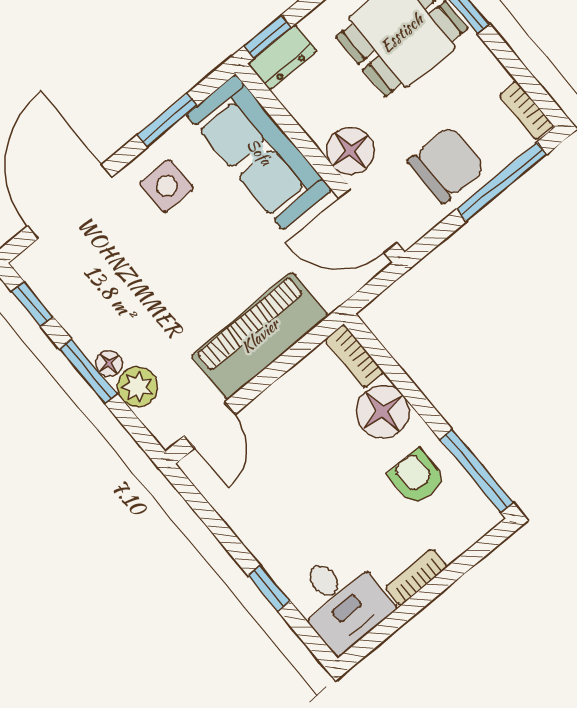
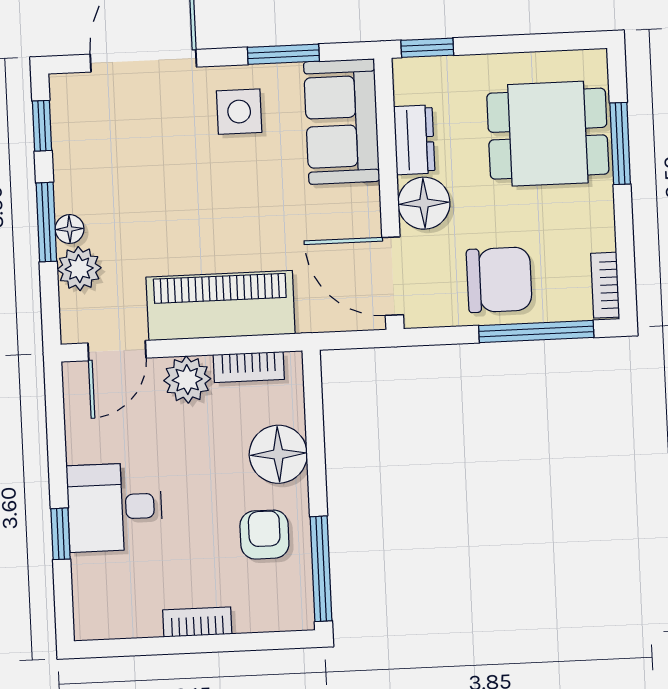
dresser: (282, 57) -> (414, 140), moved, turned -90
sofa: (259, 152) -> (342, 122), width x0.73
bookcase: (354, 356) -> (249, 367), moved, turned -90
plant: (276, 408) -> (187, 380), added
desk: (341, 601) -> (115, 507), moved, turned 90

